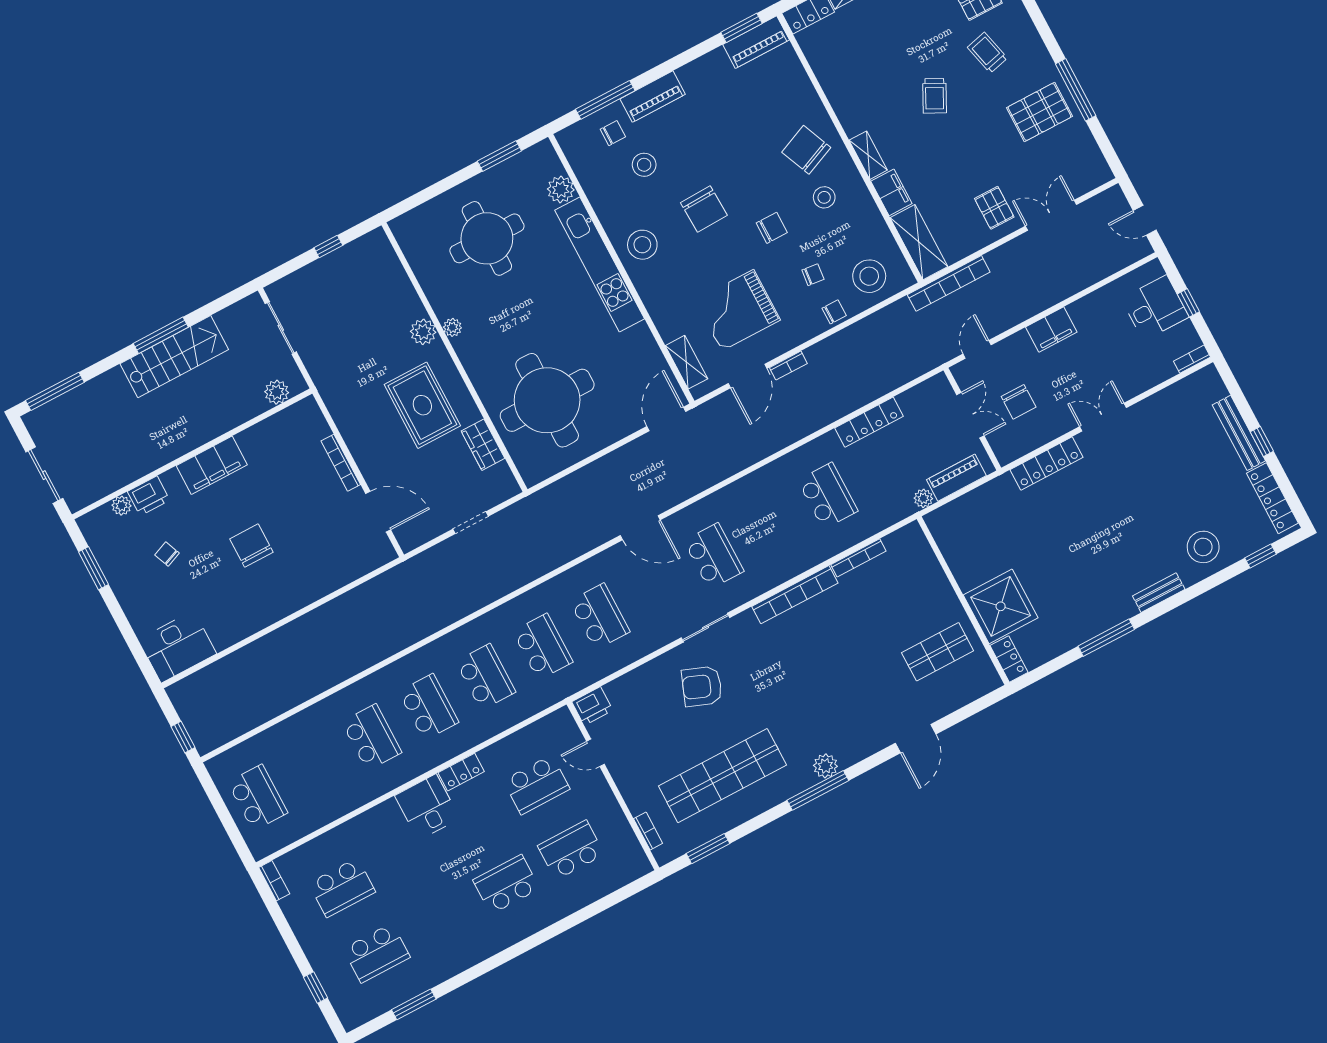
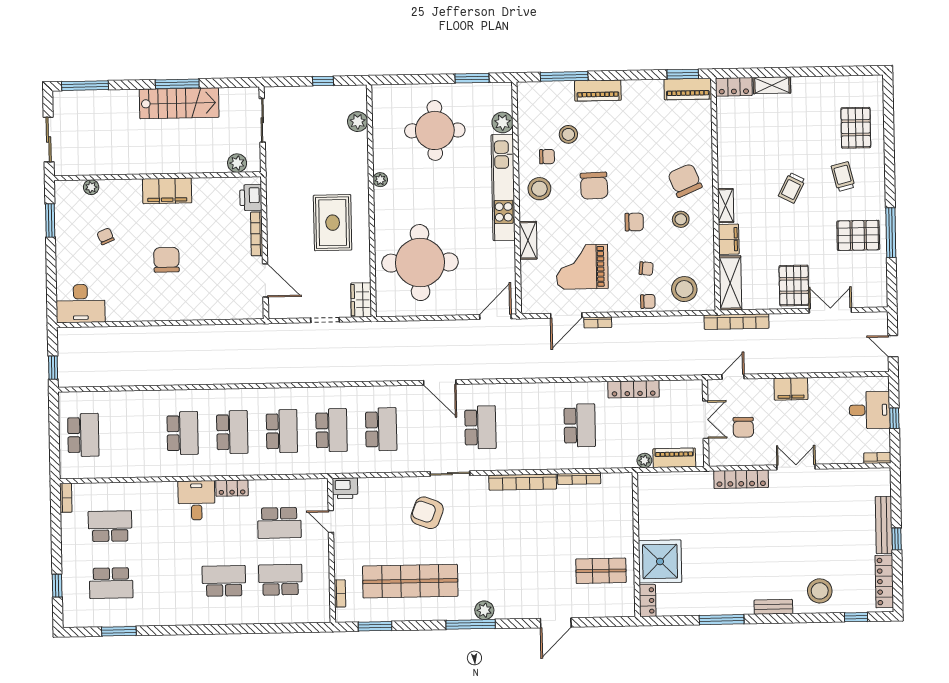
chair: (613, 133) -> (547, 157), moved
pallet: (994, 208) -> (794, 285), width x1.50, depth x1.42
plant: (423, 332) -> (358, 122), moved
shelving: (686, 362) -> (528, 240), moved
wardrobe: (483, 445) -> (361, 300), moved
printer: (149, 496) -> (251, 198), moved, turned 90
school desk: (342, 888) -> (110, 526), turned 180

